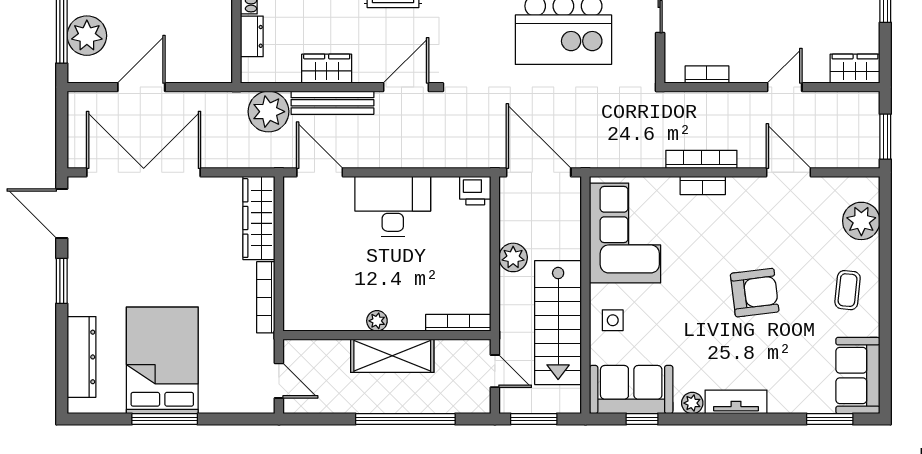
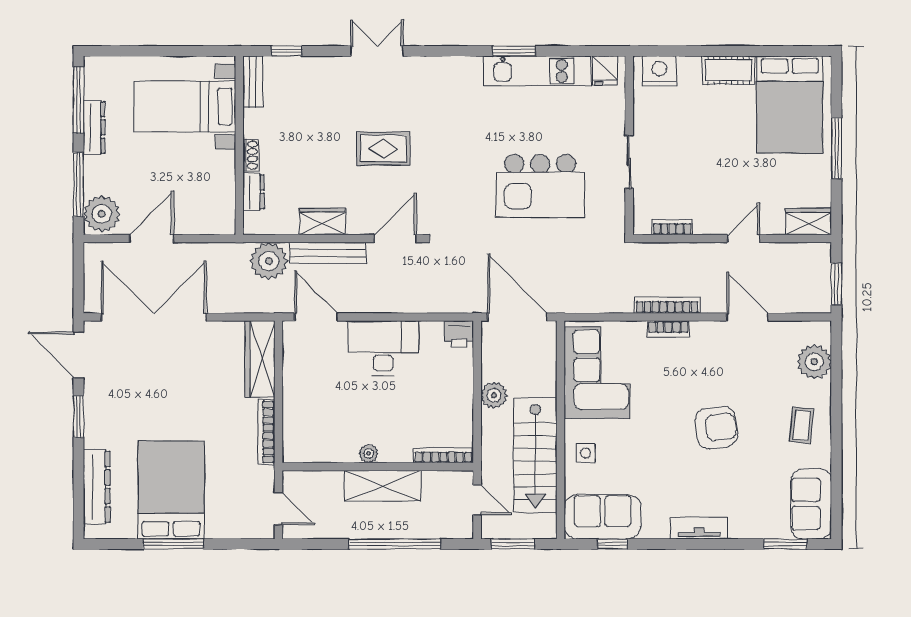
plant: (87, 36) -> (102, 214), moved
plant: (692, 403) -> (659, 529), removed

